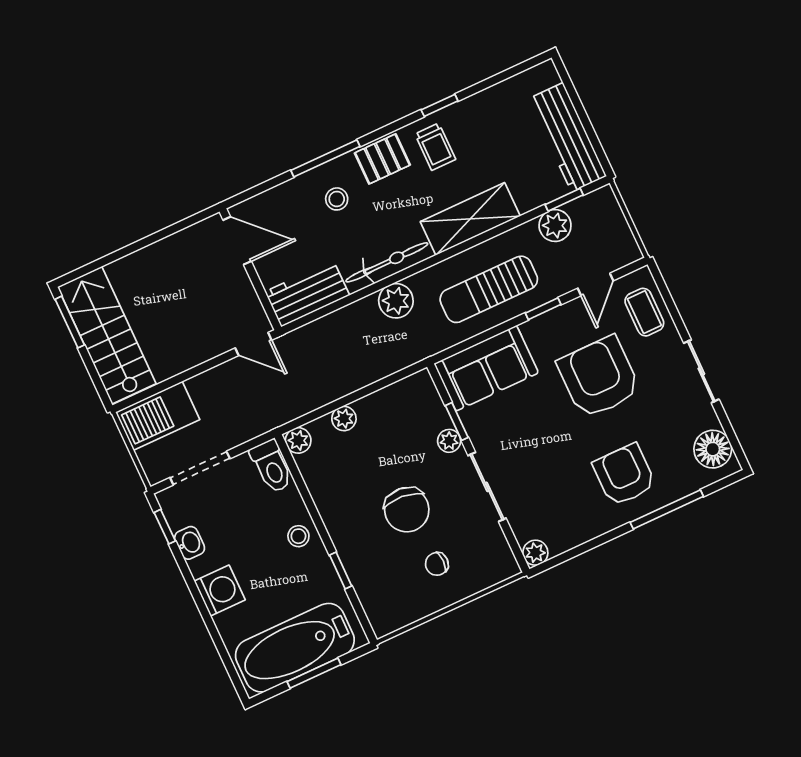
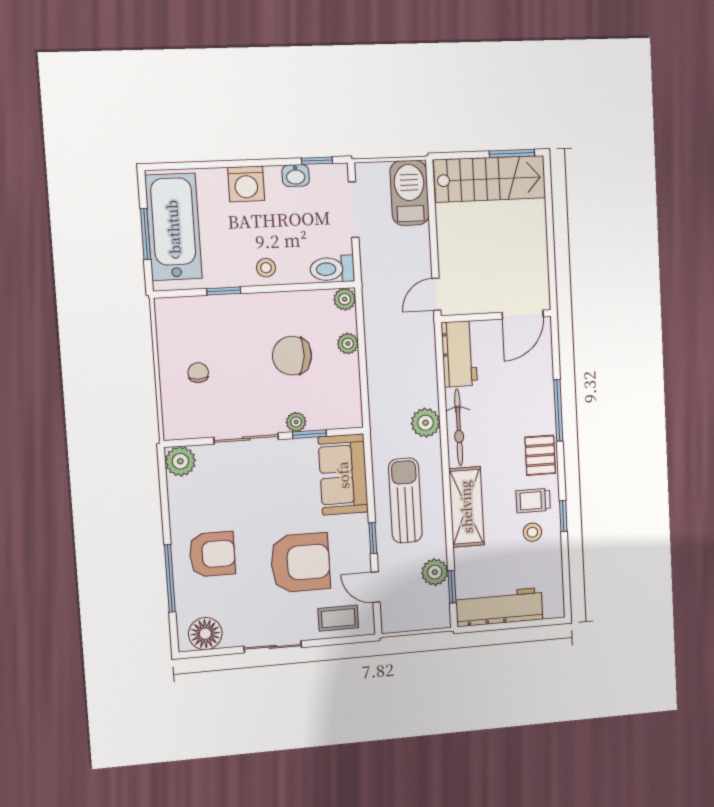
stool: (337, 199) -> (532, 532), moved
chair: (407, 510) -> (292, 356), moved
plant: (535, 553) -> (180, 461), width x1.38, depth x1.38

